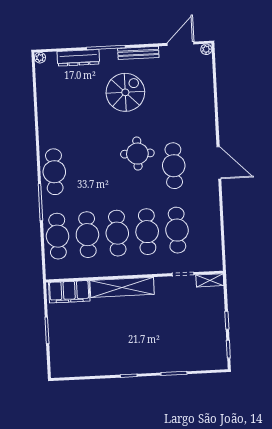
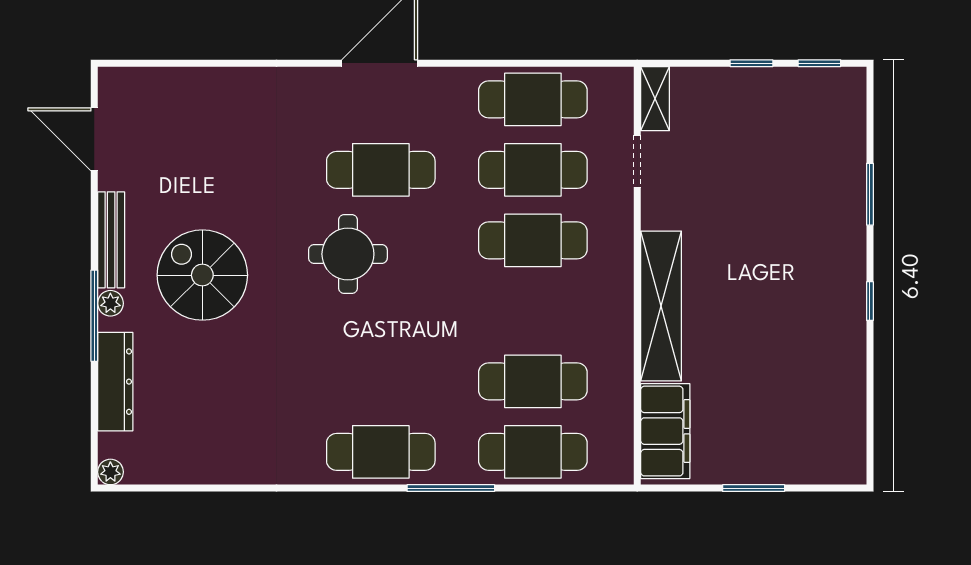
plant: (206, 49) -> (110, 303), moved
cafe table: (117, 233) -> (533, 99), moved

